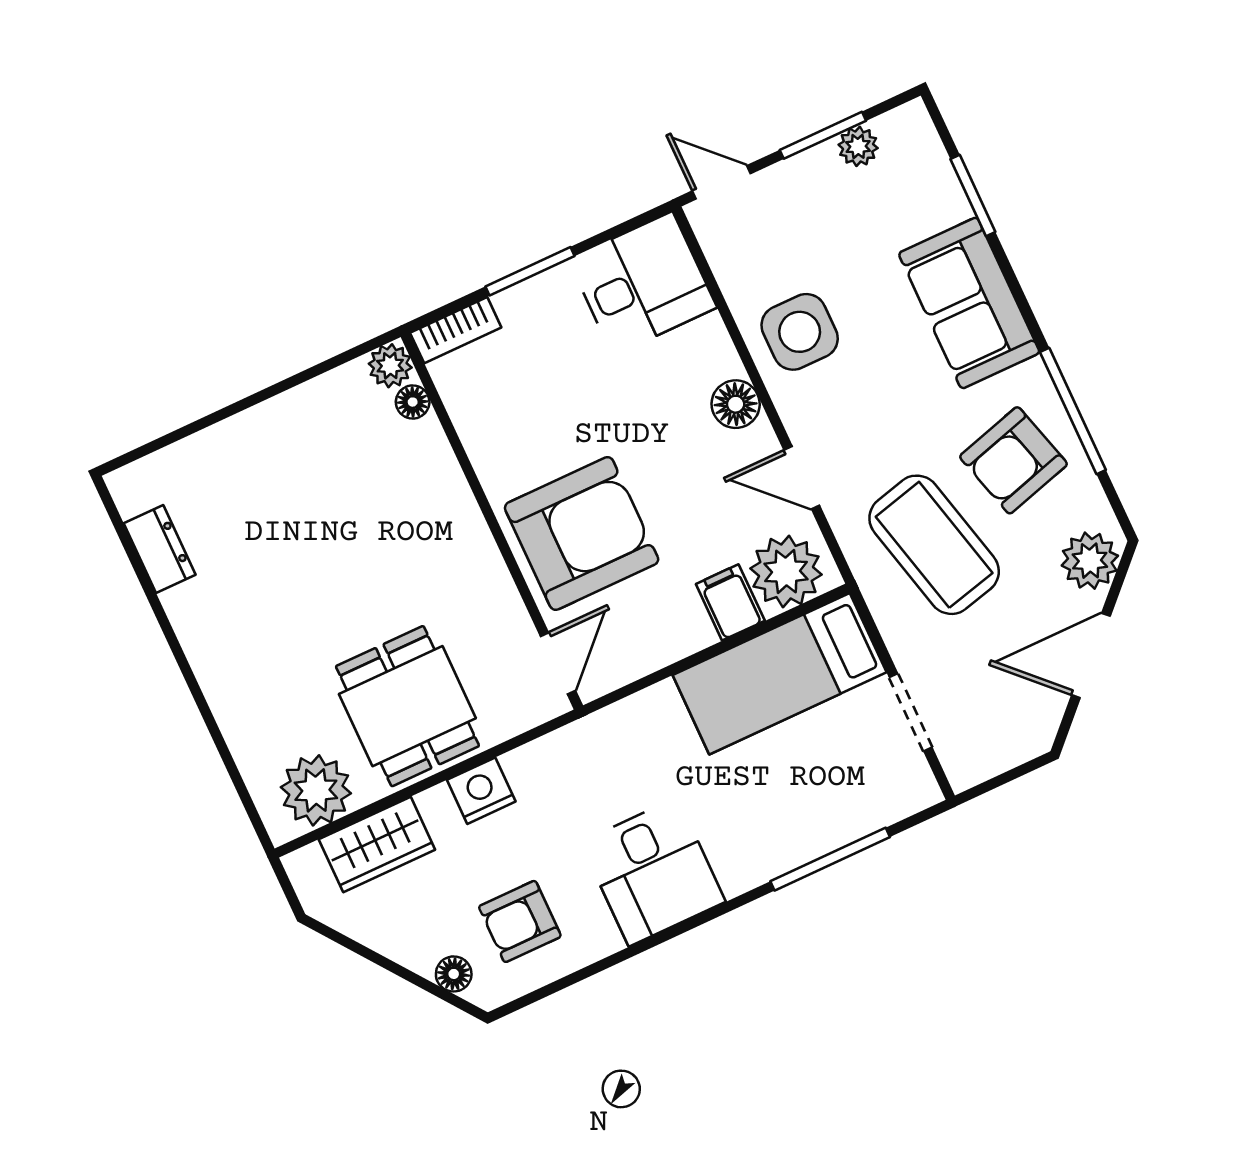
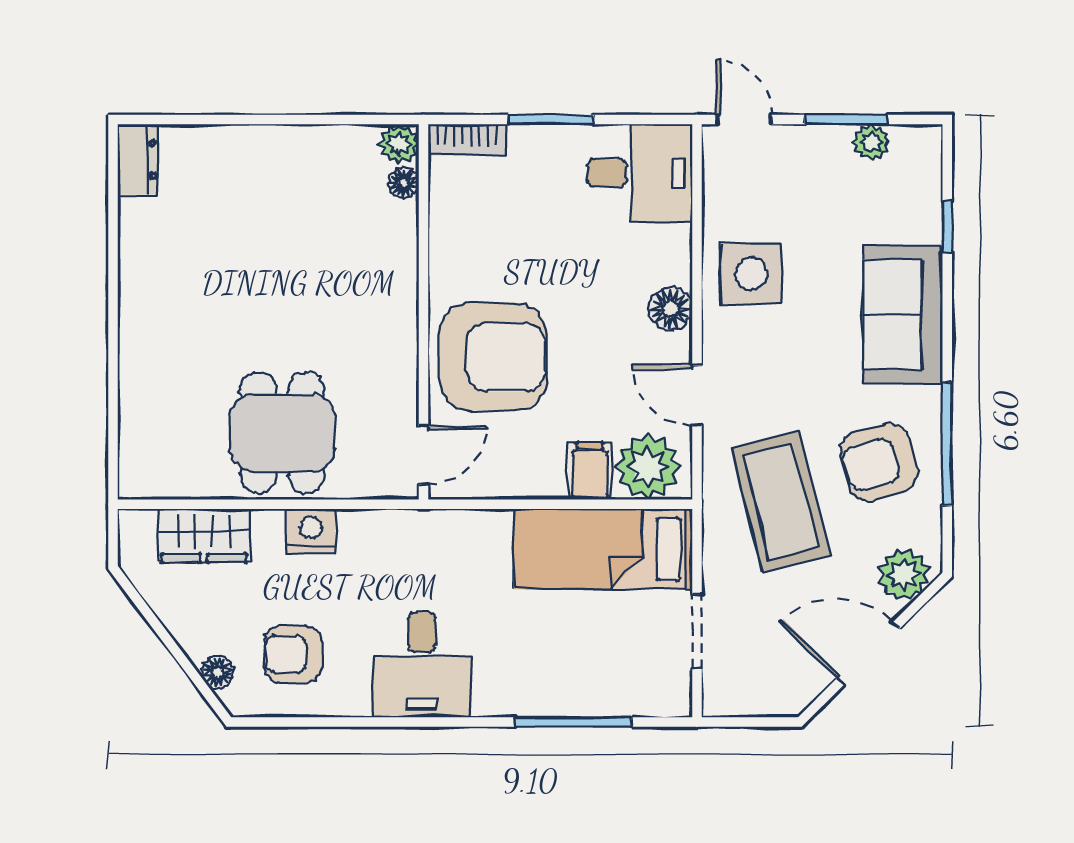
window: (973, 196) -> (947, 227), width x0.67
dresser: (160, 549) -> (137, 159), moved
plant: (316, 790) -> (174, 467), removed

